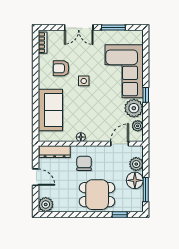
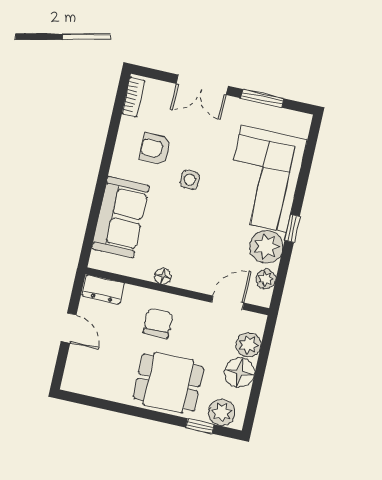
dresser: (55, 152) -> (103, 289), width x0.70
window: (146, 190) -> (255, 393), removed
plant: (46, 204) -> (222, 413), moved

